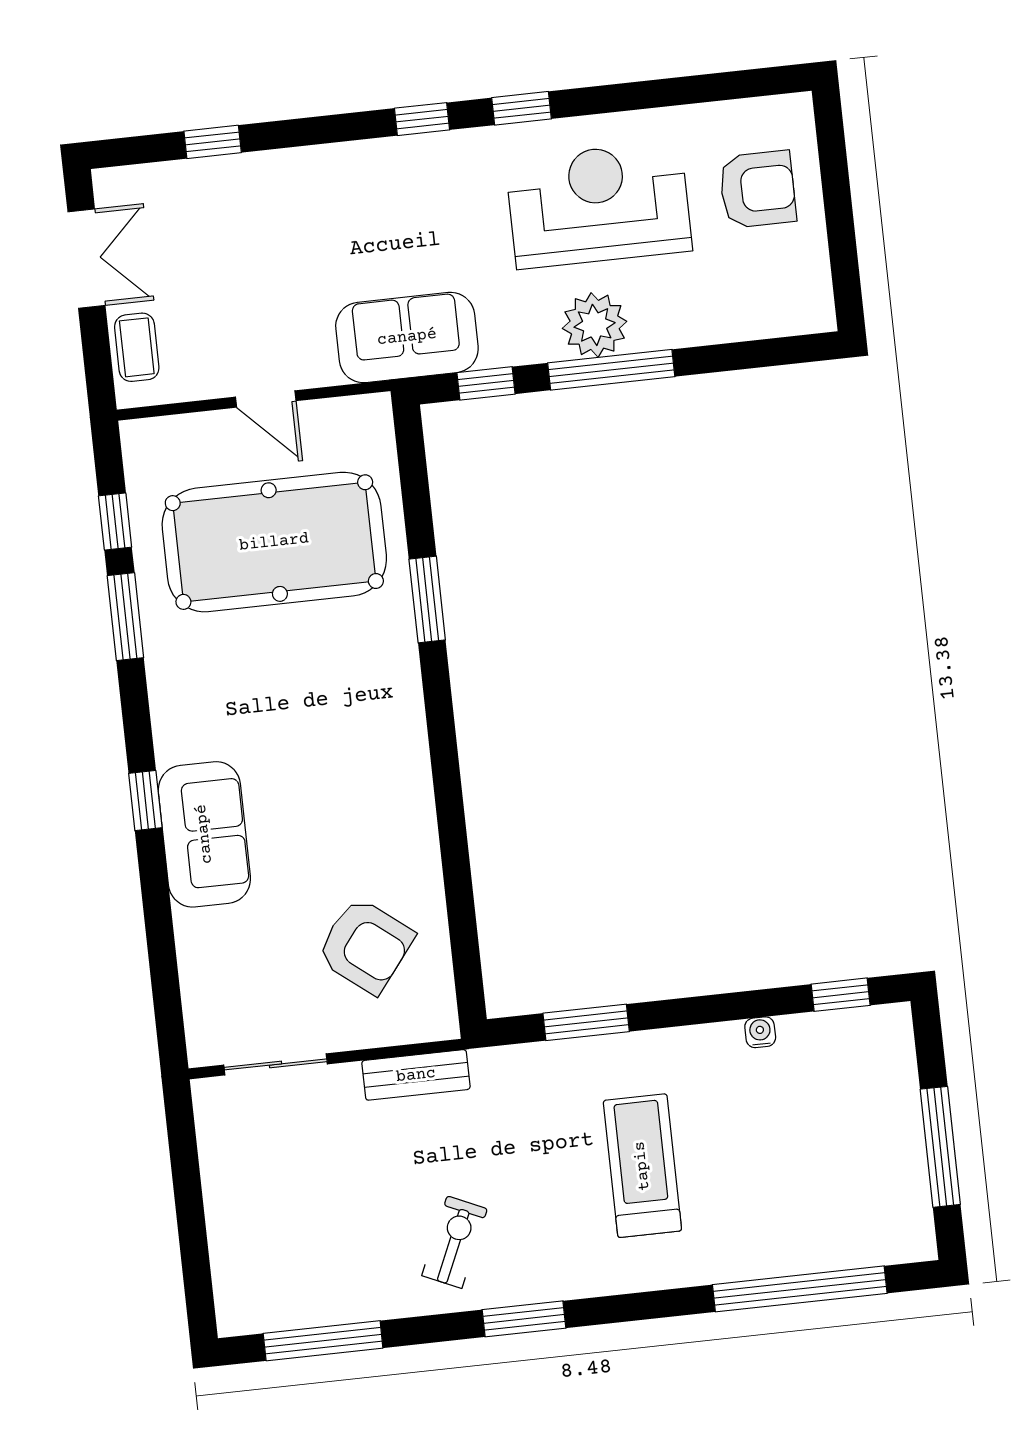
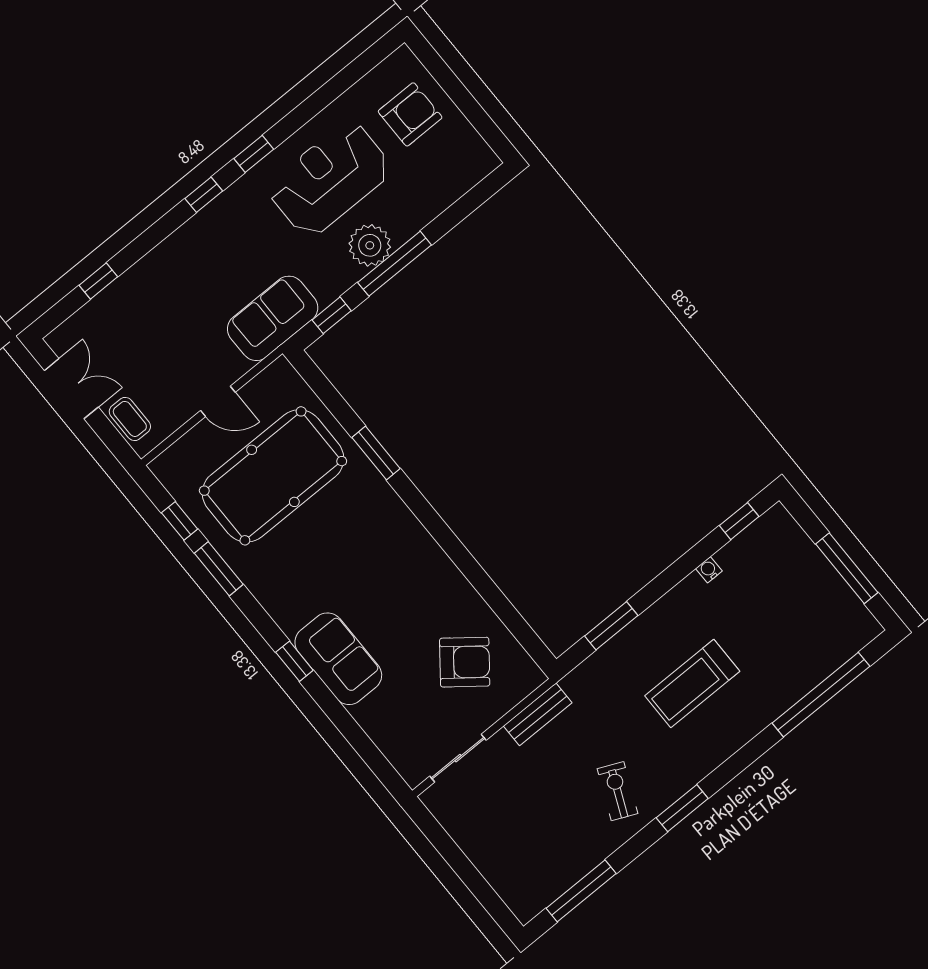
treadmill: (642, 1166) -> (692, 683), turned -90

